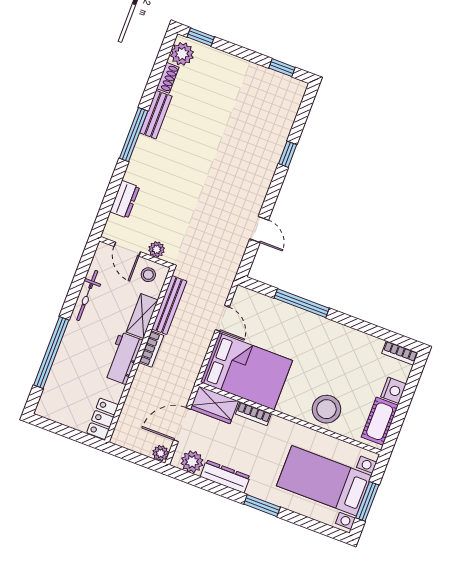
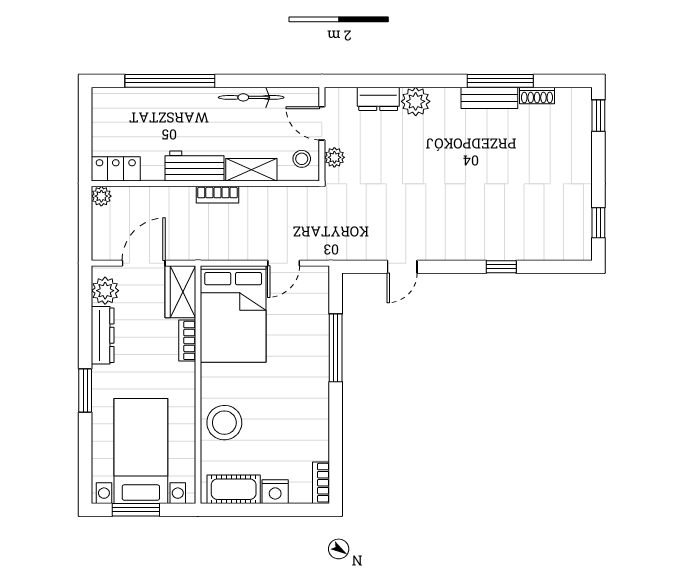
plant: (182, 54) -> (416, 101), moved
window: (134, 135) -> (500, 81), moved
door: (127, 249) -> (322, 123), hinge flipped
bench: (169, 305) -> (276, 196), removed
door: (182, 425) -> (144, 263), hinge flipped
plant: (161, 453) -> (101, 196), moved

